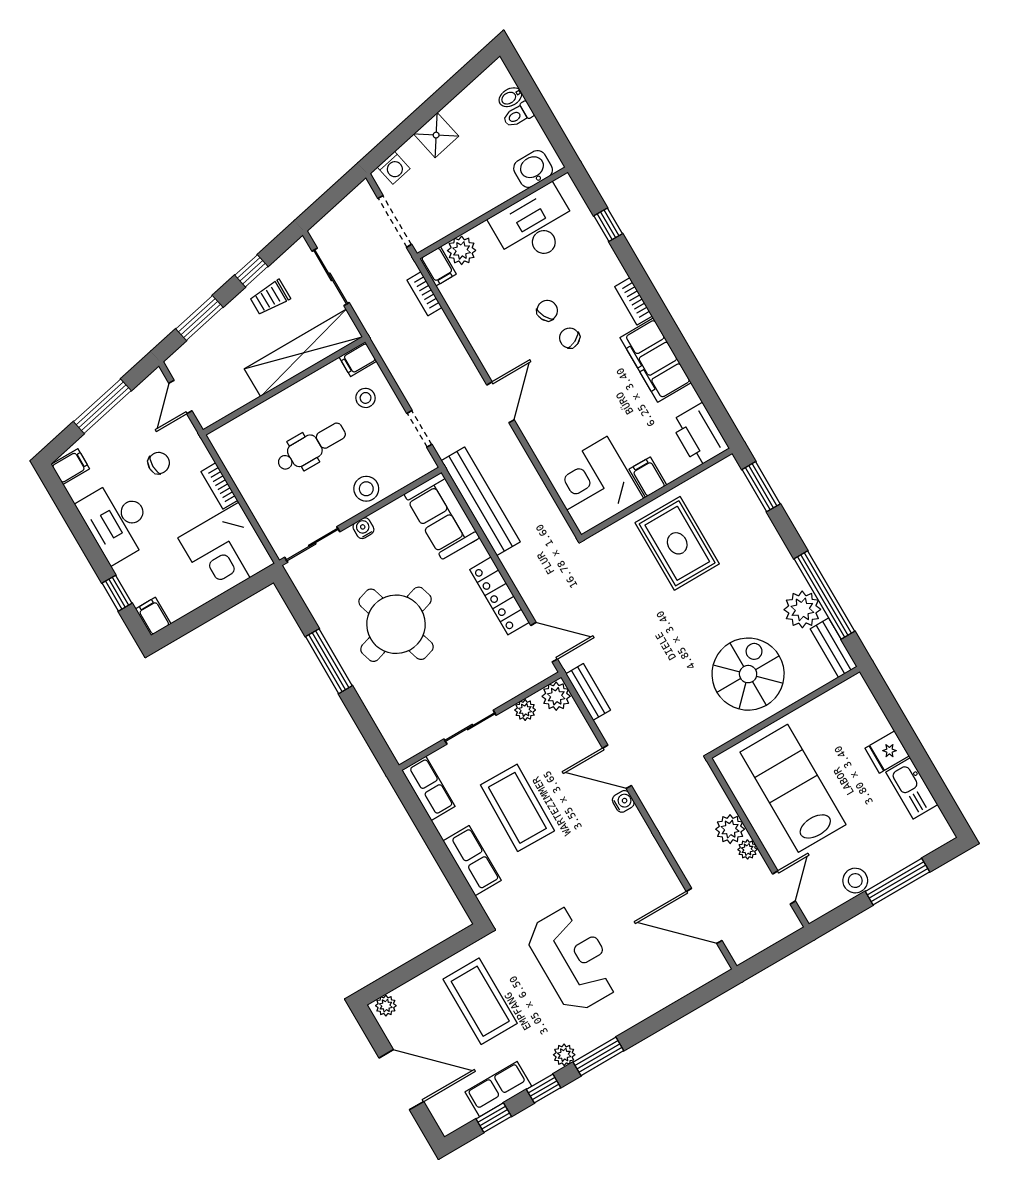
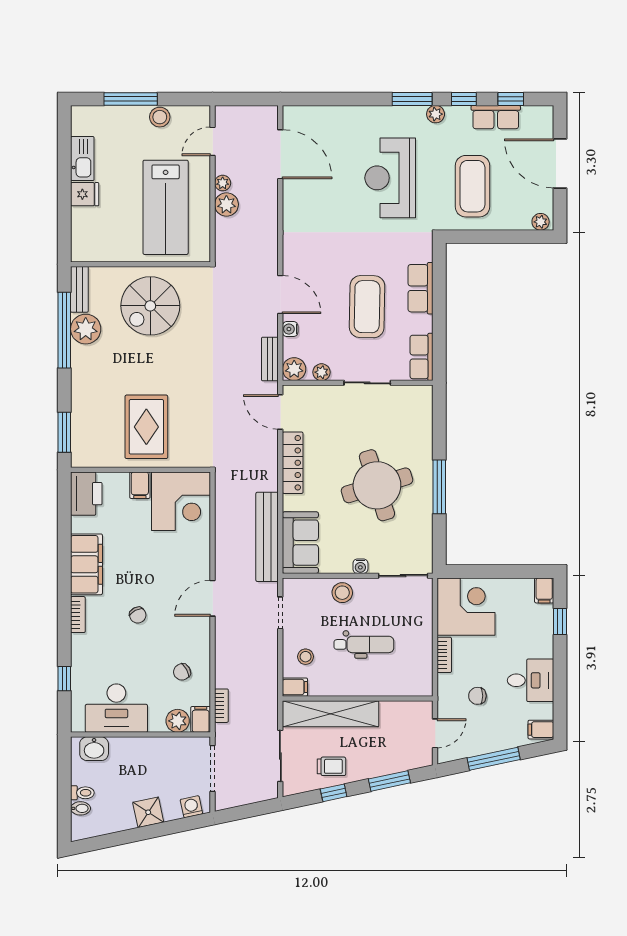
chair: (547, 311) -> (182, 672), moved
dental chair: (311, 447) -> (364, 644), turned 180
desk: (117, 521) -> (531, 680), width x0.73
water cooler: (623, 801) -> (290, 329), moved

